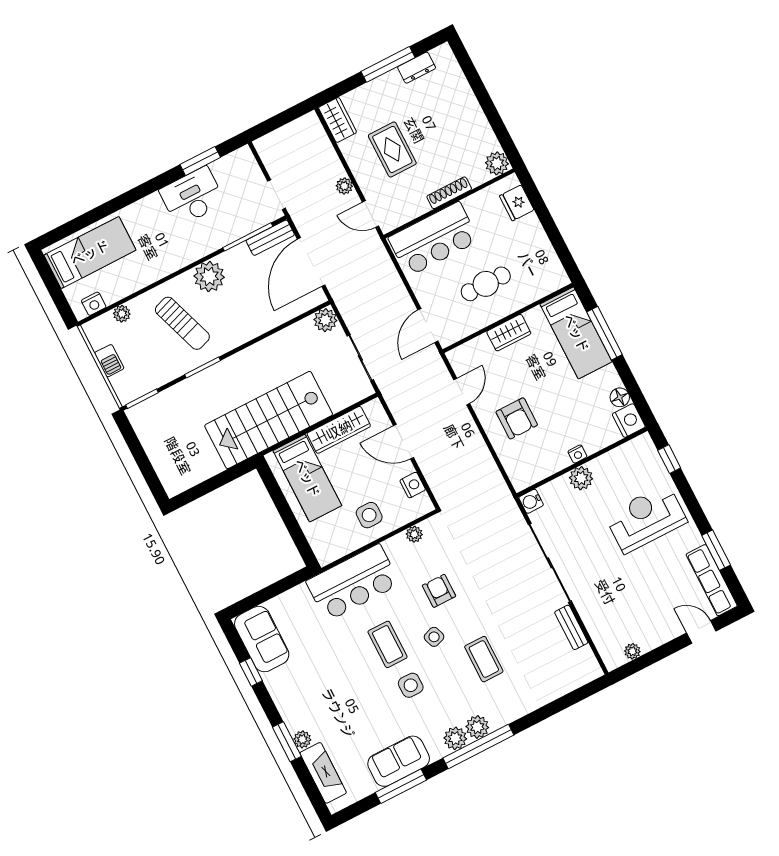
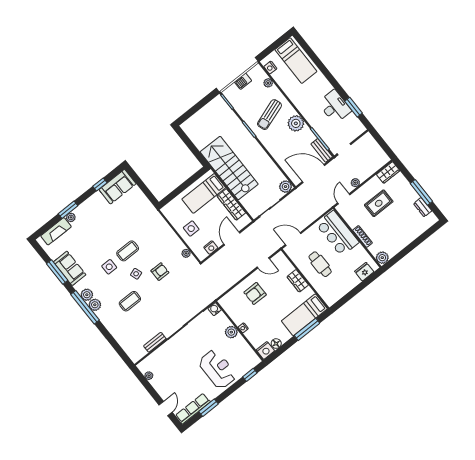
bar counter: (353, 583) -> (155, 227), removed

